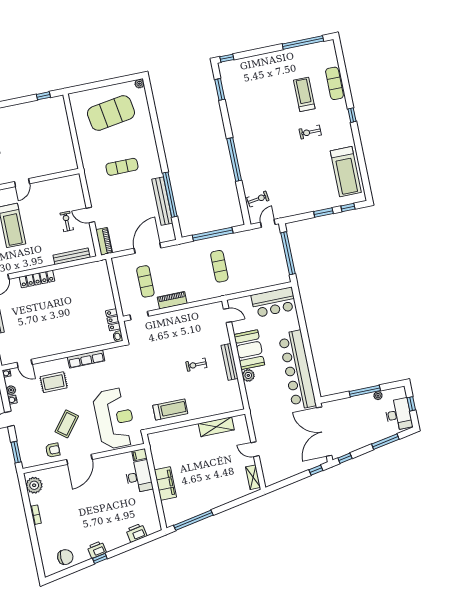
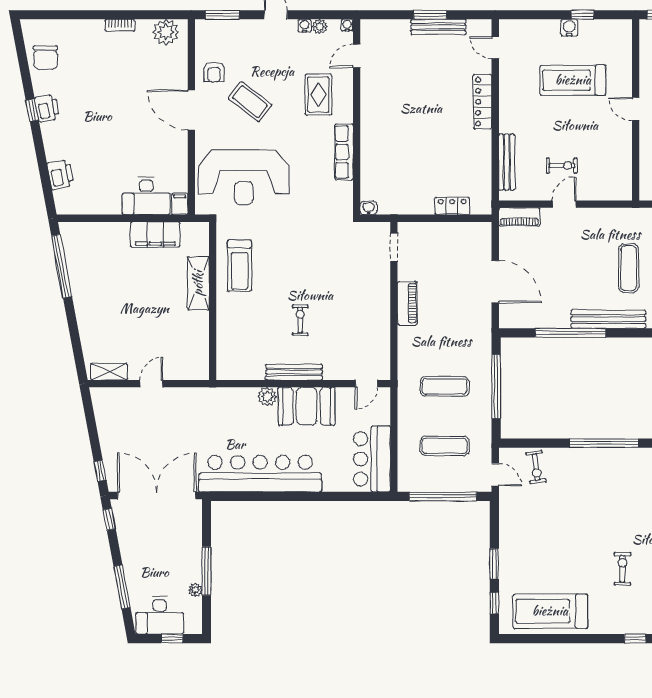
bench: (162, 201) -> (608, 319), moved
exercise mat: (145, 281) -> (445, 446), moved
locker: (113, 320) -> (452, 206), moved
shelving: (216, 427) -> (198, 283), moved
filing cabinet: (165, 483) -> (155, 235), moved

